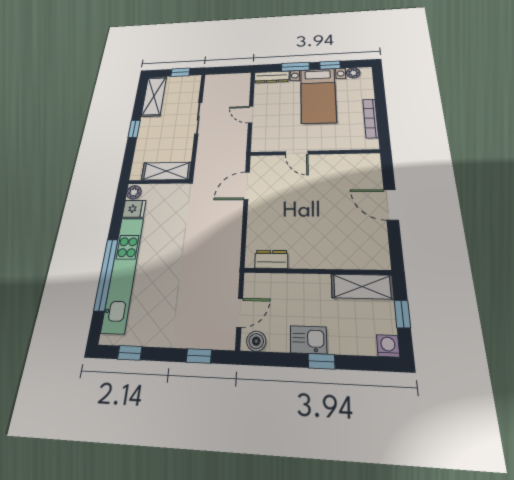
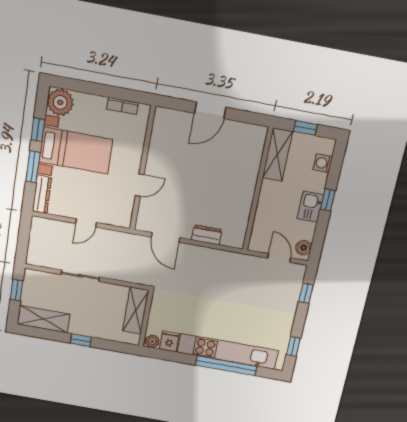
plant: (353, 73) -> (60, 102), width x1.88, depth x1.88
bookcase: (371, 118) -> (122, 106), width x0.64
dresser: (271, 259) -> (207, 235), moved, turned 90
washing machine: (388, 346) -> (323, 163), moved

